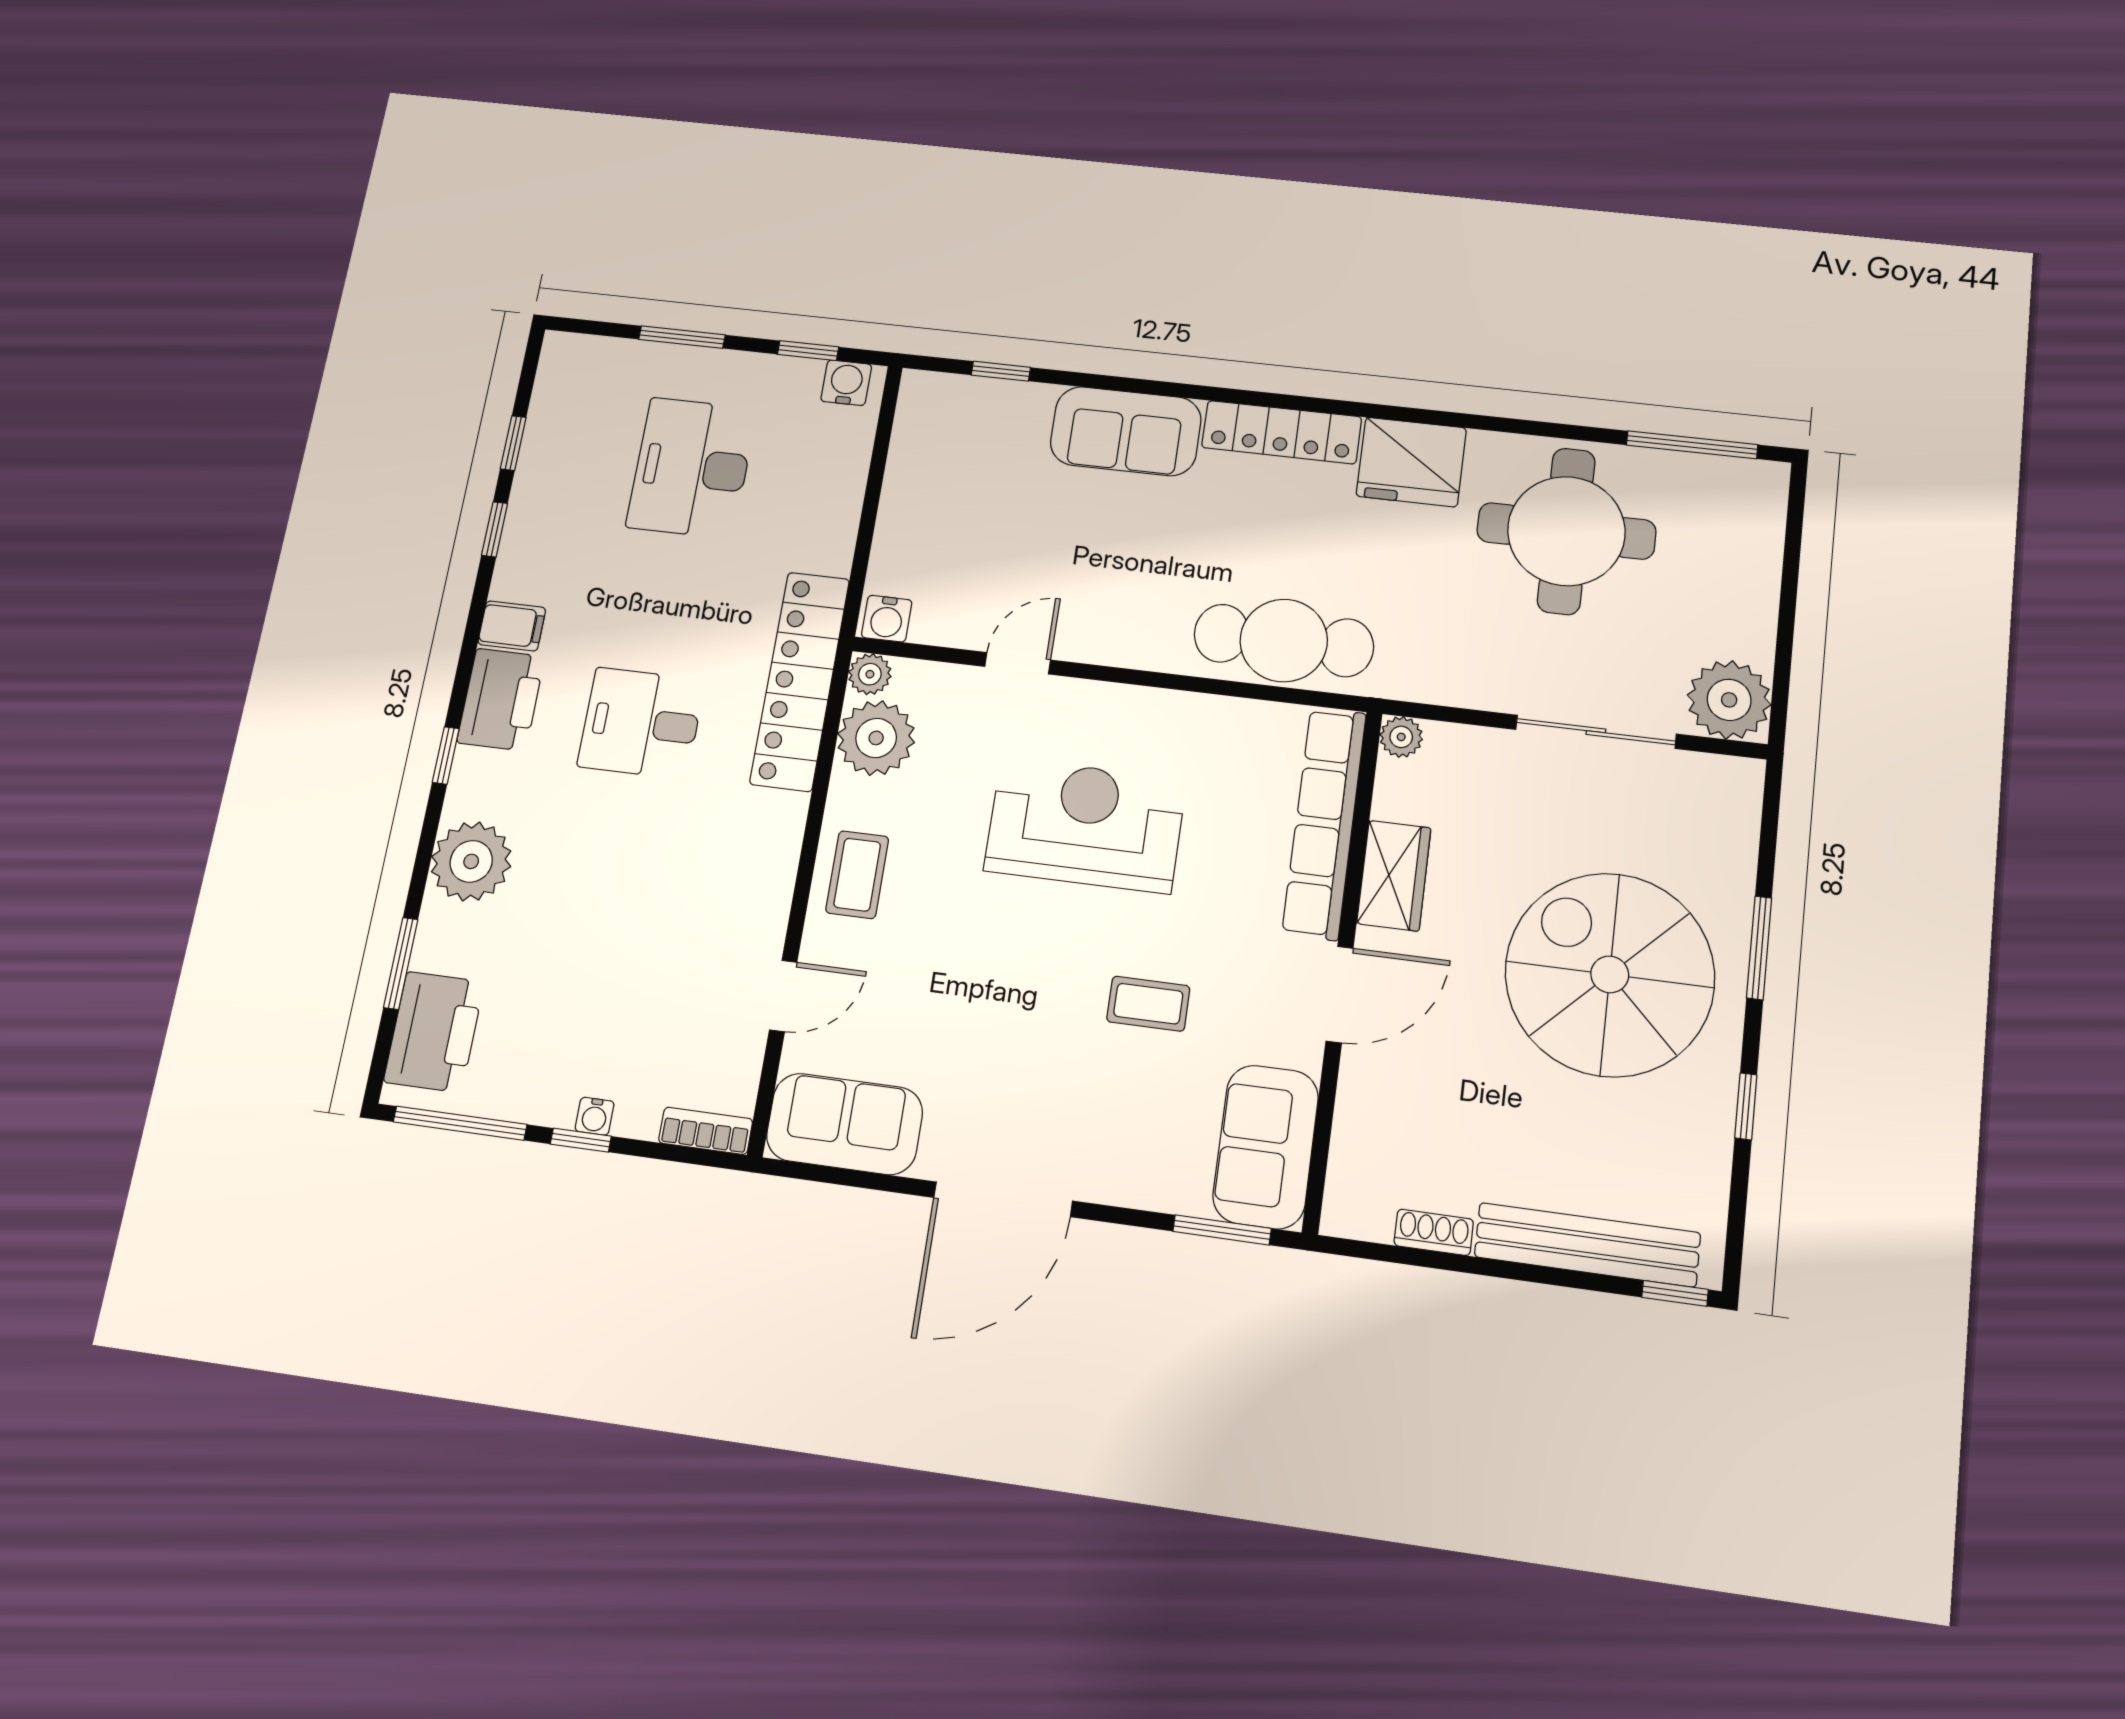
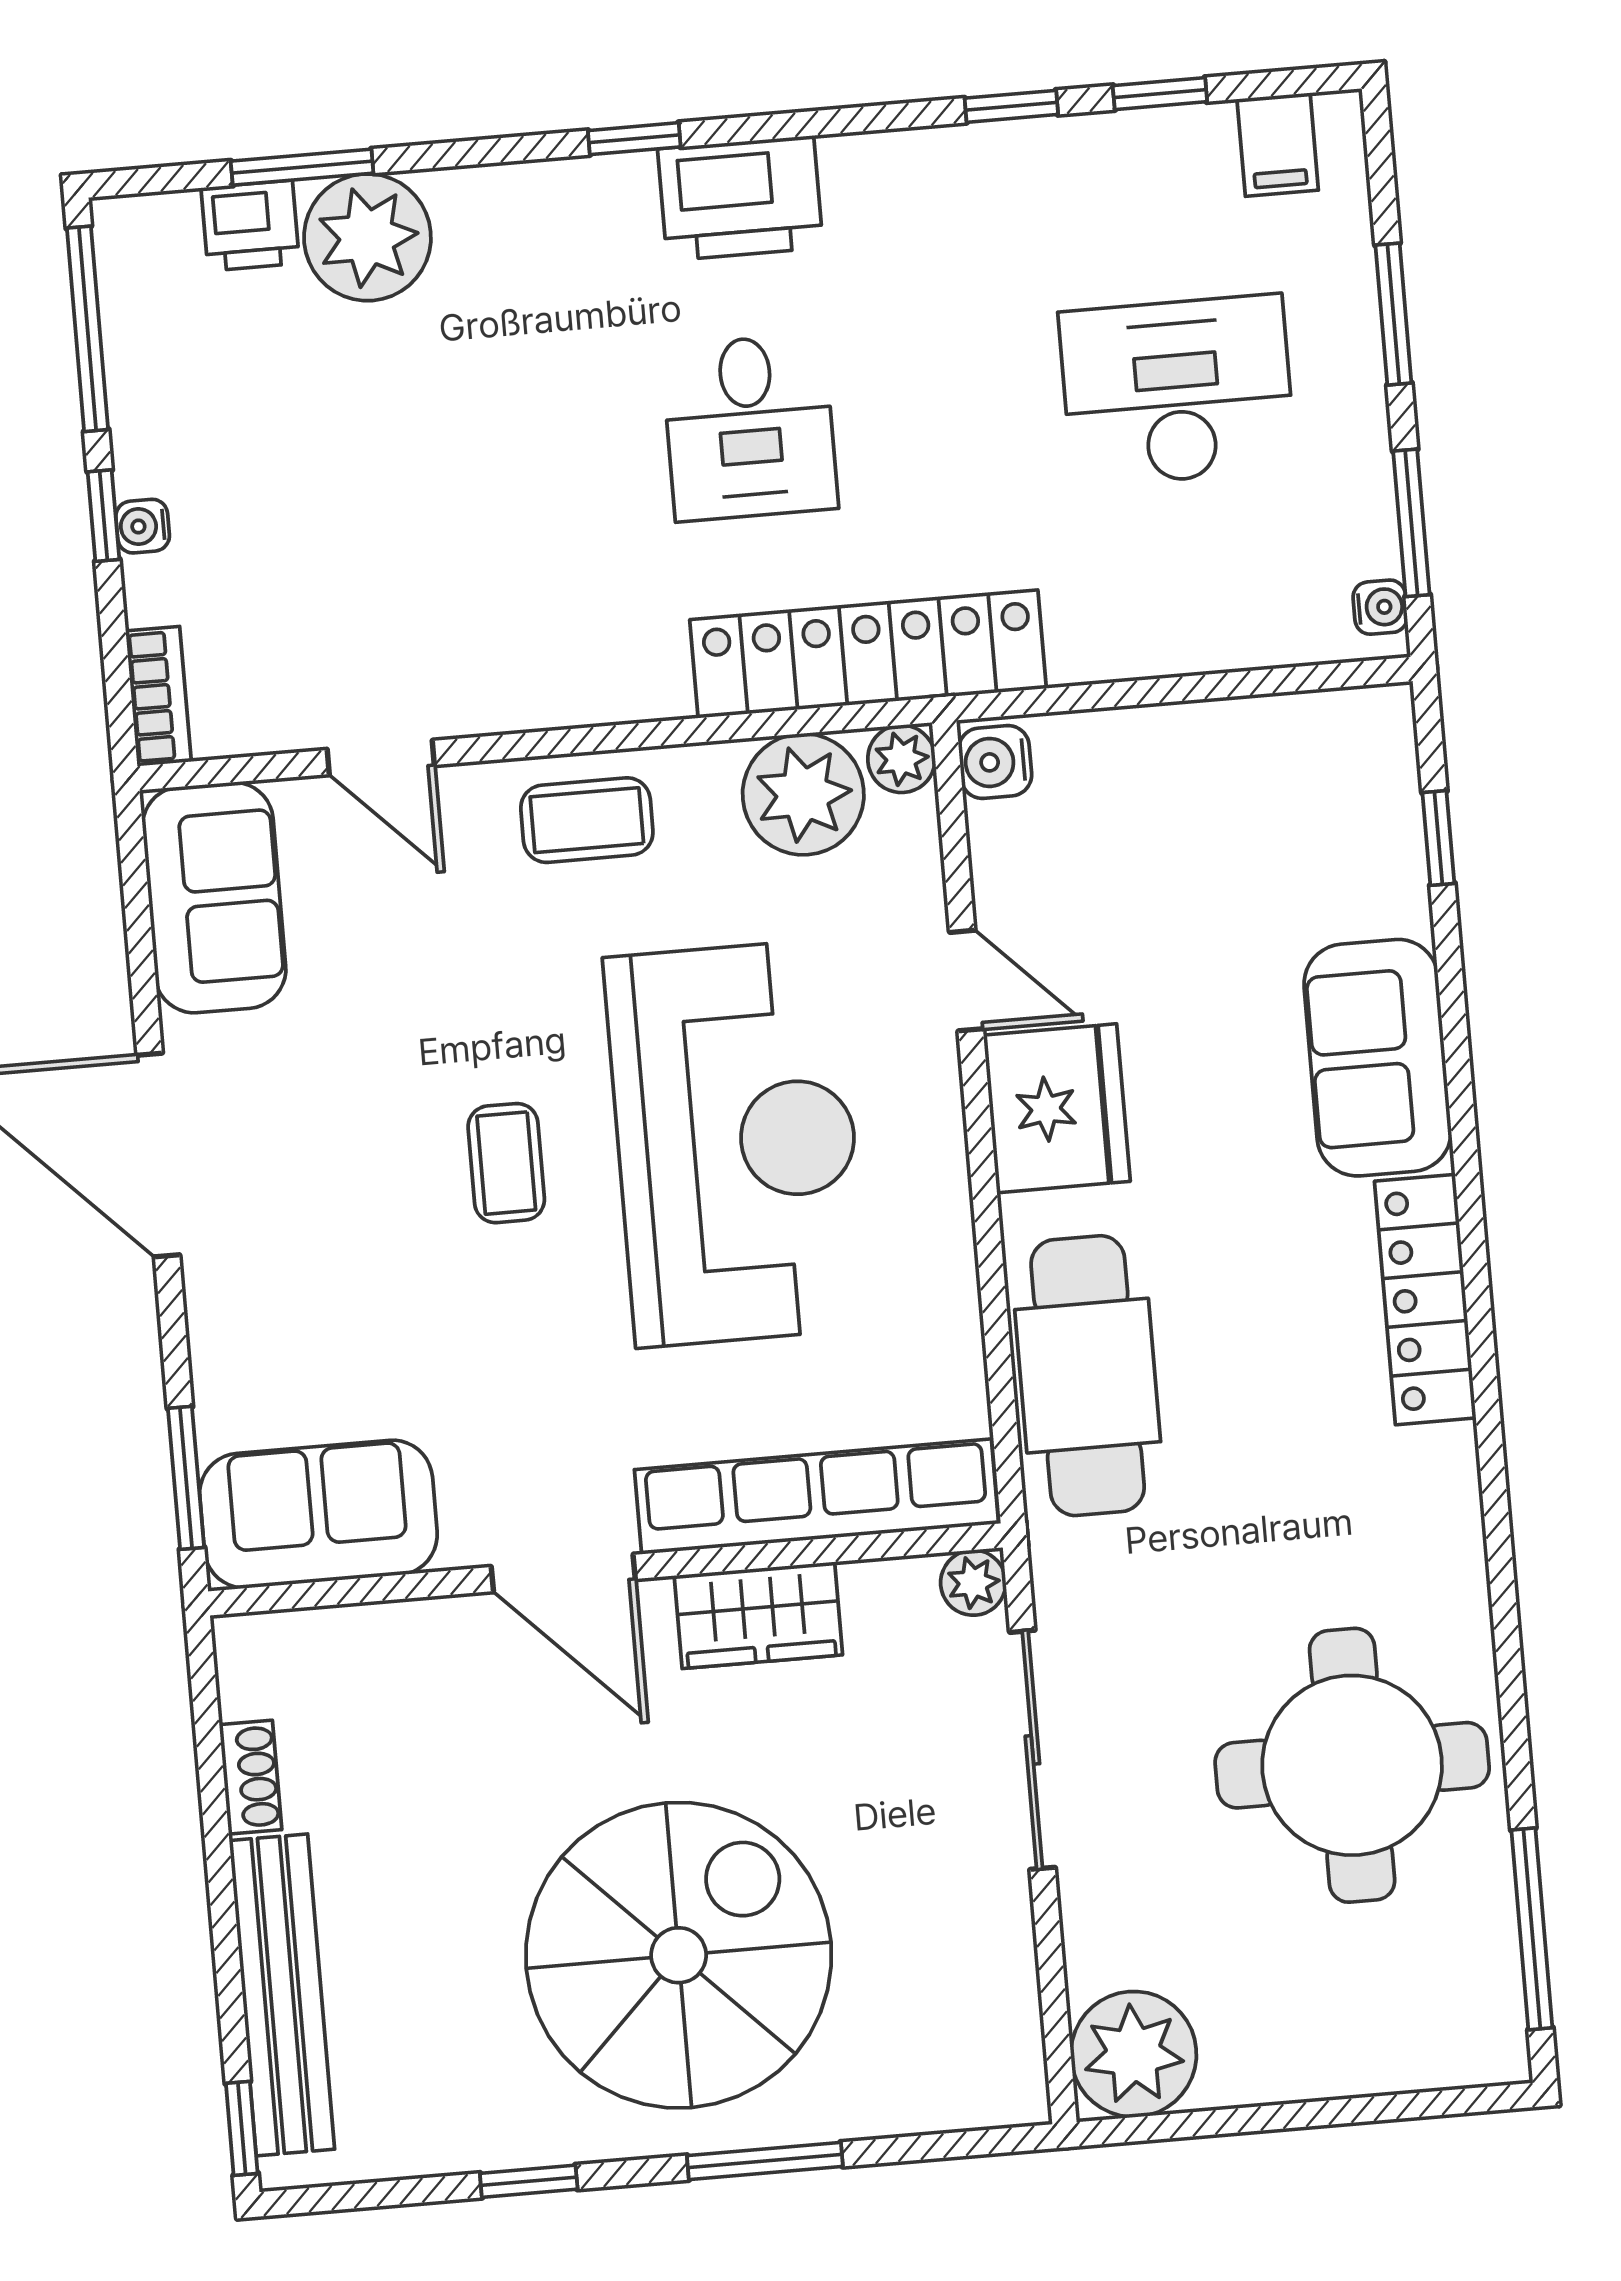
window: (808, 351) -> (1411, 523), width x1.50
water cooler: (846, 383) -> (1380, 607), width x0.72, depth x0.72
fridge: (1411, 462) -> (1057, 1108), moved, turned 180
filing cabinet: (512, 626) -> (1278, 145), moved
desk: (641, 723) -> (750, 427), turned 180
sliding door: (1596, 732) -> (1032, 1750), moved
reception desk: (1085, 825) -> (736, 1143), width x1.36, depth x1.30
plant: (471, 861) -> (367, 237), moved
coffee table: (1148, 1004) -> (506, 1163), moved
printer: (434, 1032) -> (250, 226), width x0.53, depth x0.68

